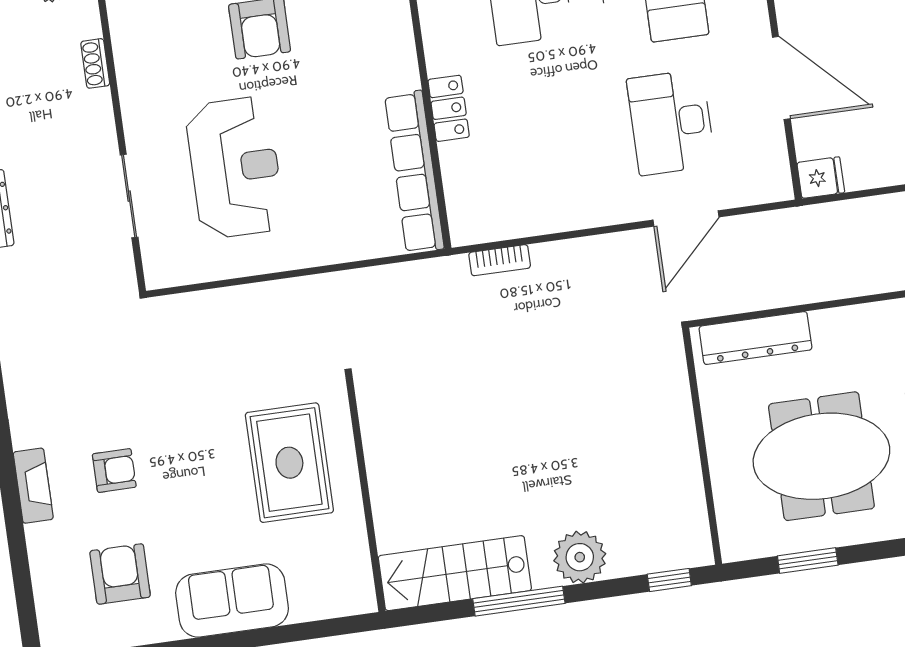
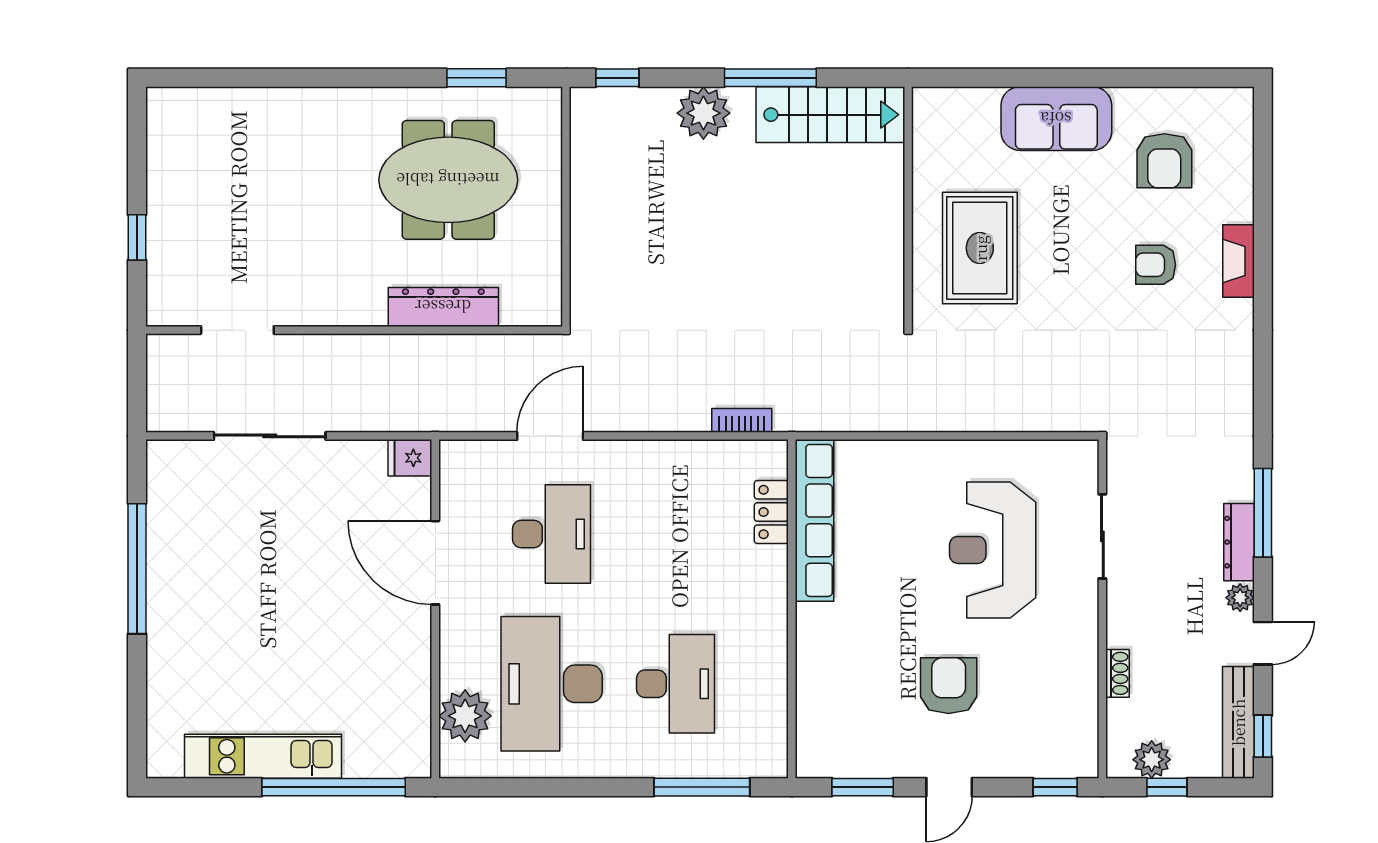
locker: (449, 108) -> (771, 512), moved
dresser: (755, 338) -> (443, 307), moved

